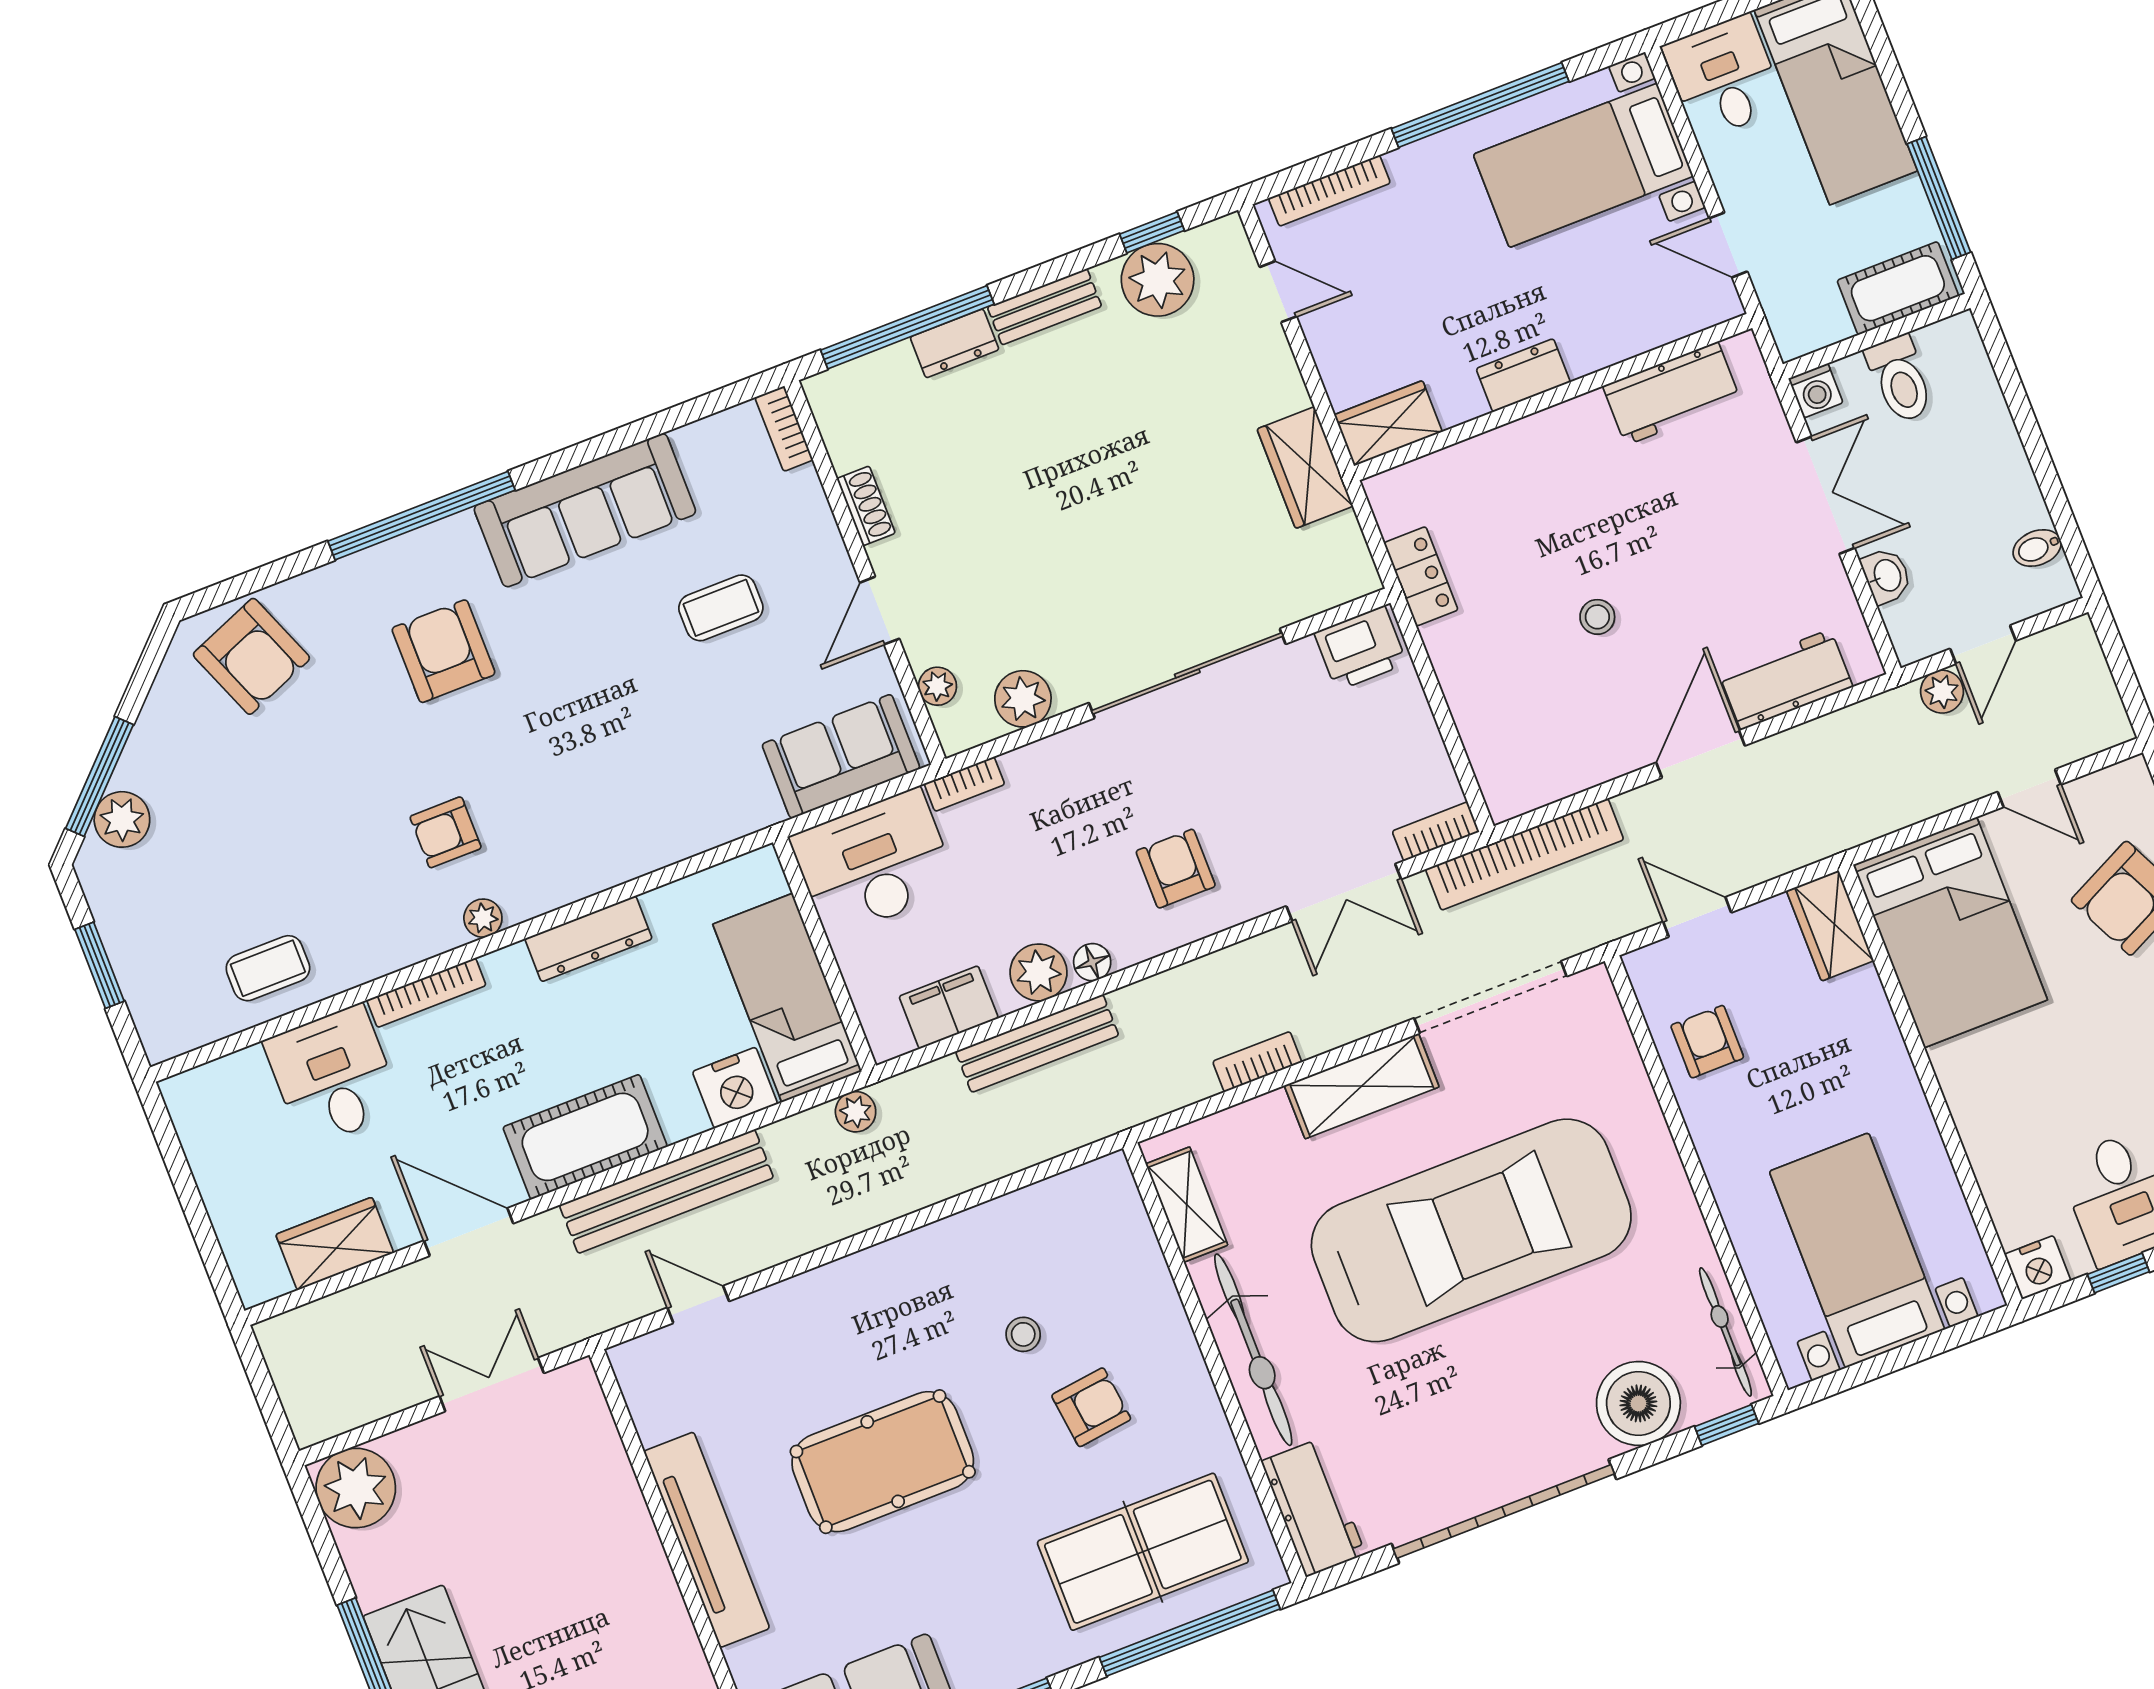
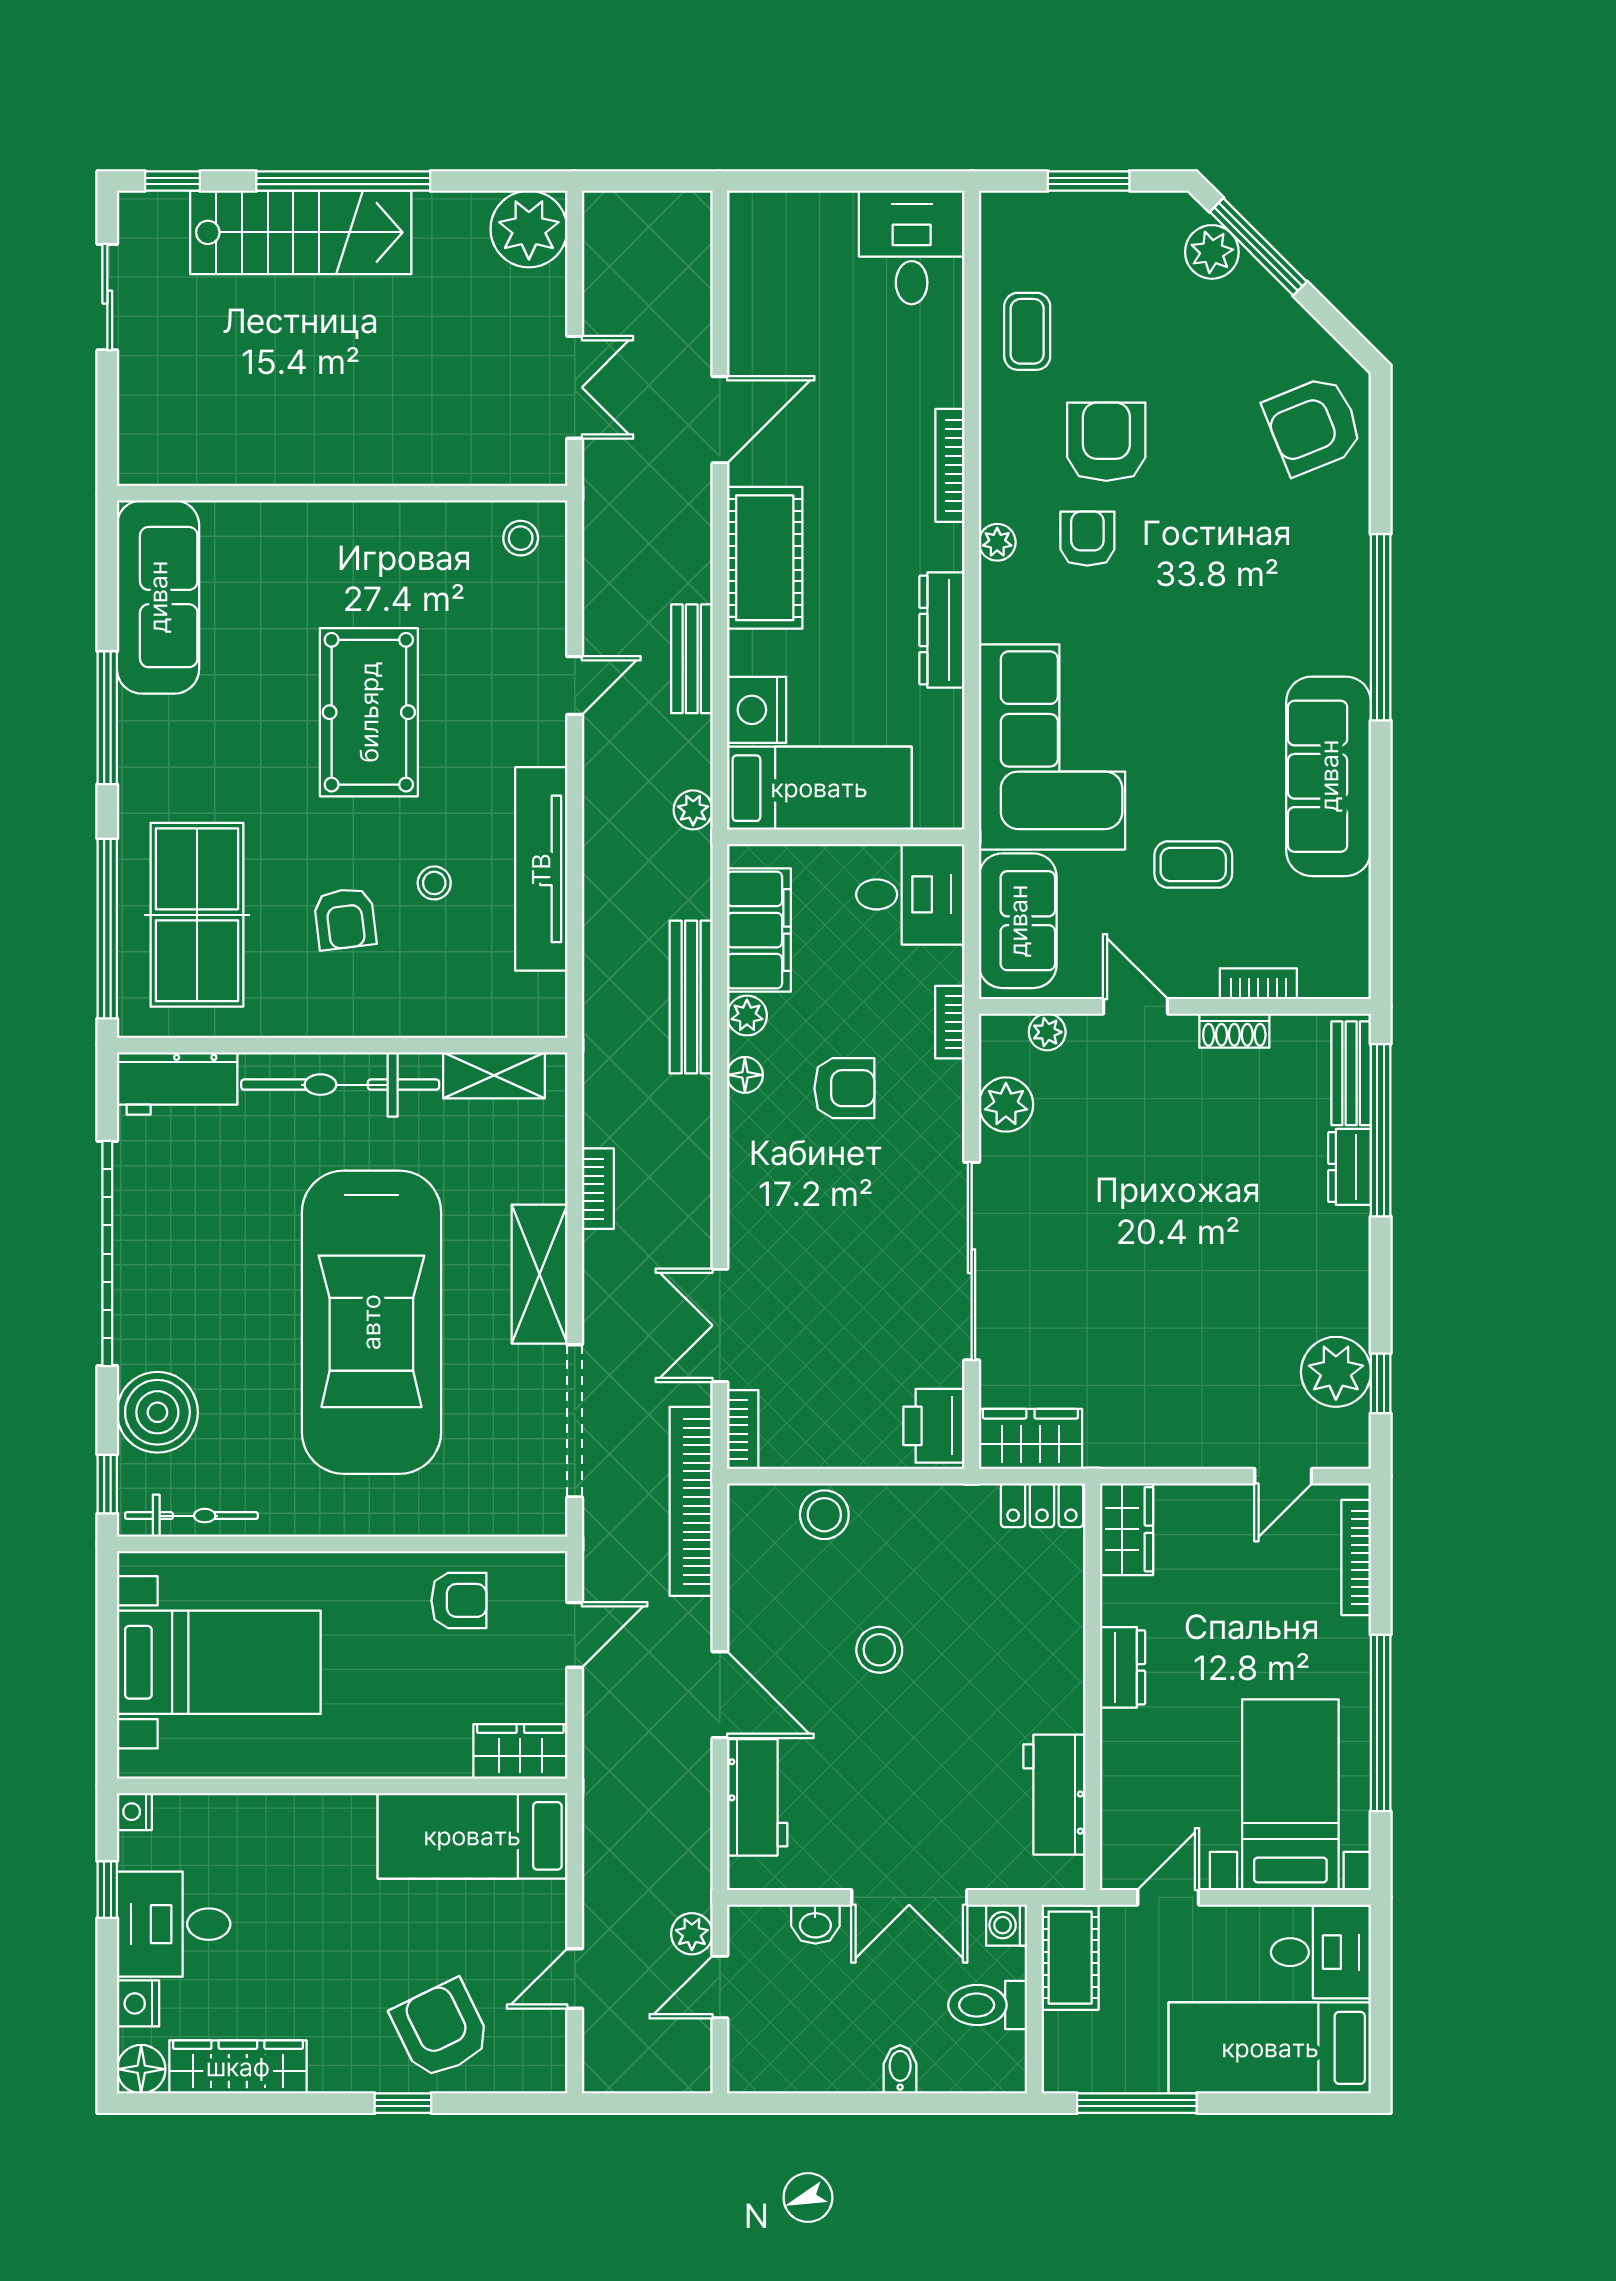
cot: (1898, 288) -> (1070, 1958), moved
bench: (1044, 307) -> (1351, 1073), moved
bookcase: (784, 429) -> (1258, 984), moved
wardrobe: (1305, 468) -> (1030, 1439), moved
bidet: (2037, 548) -> (900, 2069), moved
locker: (1421, 576) -> (1042, 1505), moved
coffee table: (721, 608) -> (1193, 864), turned 90
stool: (1597, 617) -> (879, 1650), width x1.37, depth x1.37
door: (1983, 645) -> (720, 1987), hinge flipped
armchair: (443, 651) -> (1106, 442), moved, turned -90
stool: (1487, 721) -> (824, 1515), added
corner sofa: (660, 788) -> (1052, 747), added
desk: (874, 863) -> (910, 894), width x0.73
armchair: (1176, 869) -> (844, 1088), moved
bed: (1950, 932) -> (472, 1836), width x0.67
plant: (1038, 972) -> (747, 1016), width x0.73, depth x0.73
filing cabinet: (949, 1007) -> (759, 930), width x1.50, depth x1.17
desk: (333, 1076) -> (912, 247), moved, turned -90
bench: (666, 1191) -> (692, 659), width x0.54, depth x0.82
wardrobe: (335, 1244) -> (756, 295), removed
nightstand: (2038, 1267) -> (134, 1812), width x0.72, depth x0.74
door: (698, 1304) -> (575, 685), moved
stool: (658, 1380) -> (521, 538), added
tv unit: (707, 1540) -> (541, 869), moved, turned 90

